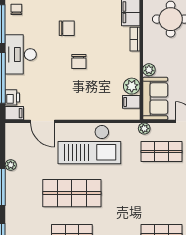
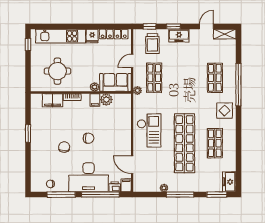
desk: (21, 54) -> (89, 177), width x1.36, depth x1.30
filing cabinet: (131, 102) -> (95, 100), moved
door: (43, 121) -> (132, 165), swing flipped
checkout: (89, 144) -> (149, 131), width x0.73, depth x0.83
shop shelf: (72, 193) -> (184, 143), width x1.40

